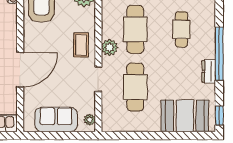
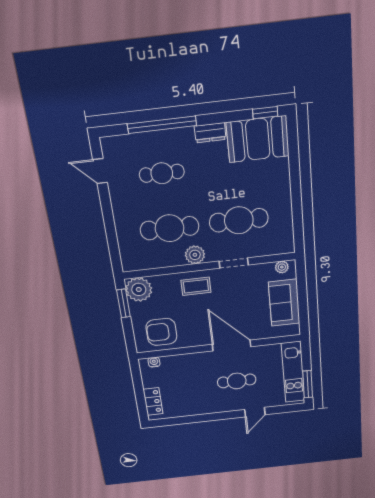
window: (219, 54) -> (162, 125), moved
booth: (185, 116) -> (258, 139), moved, turned 90

